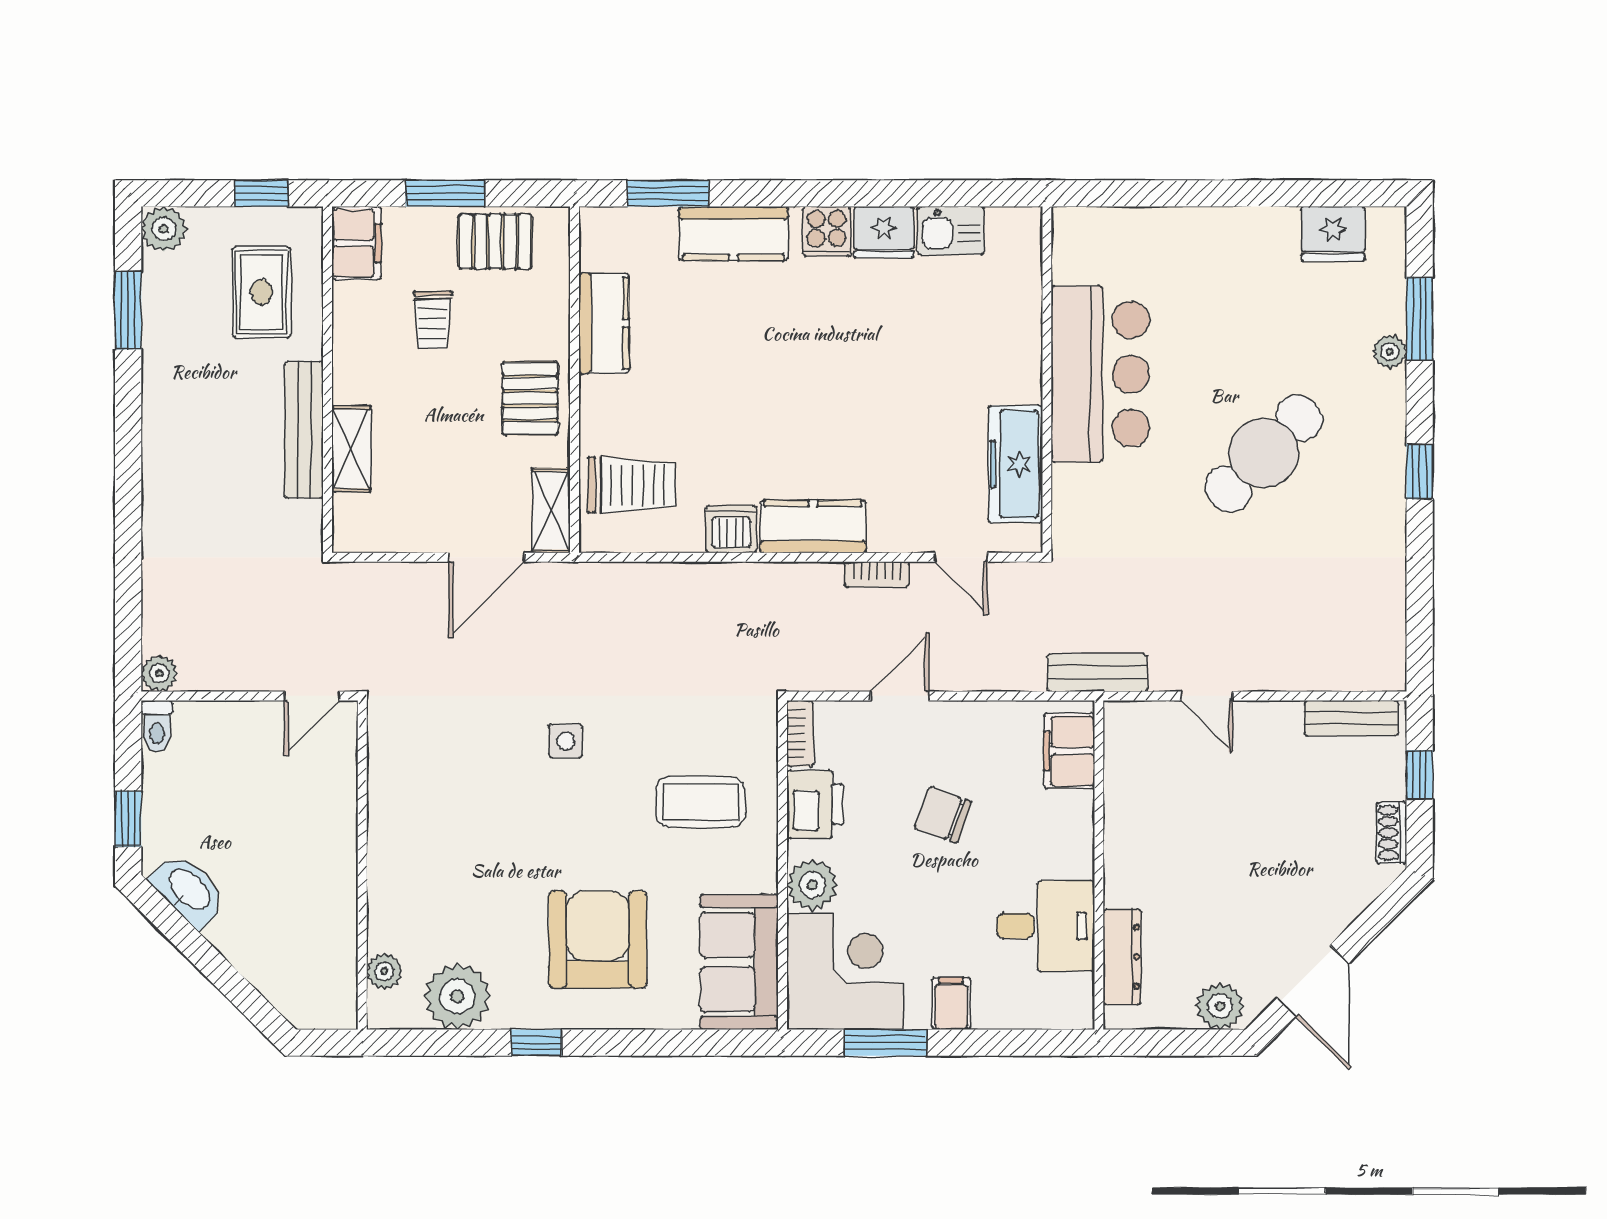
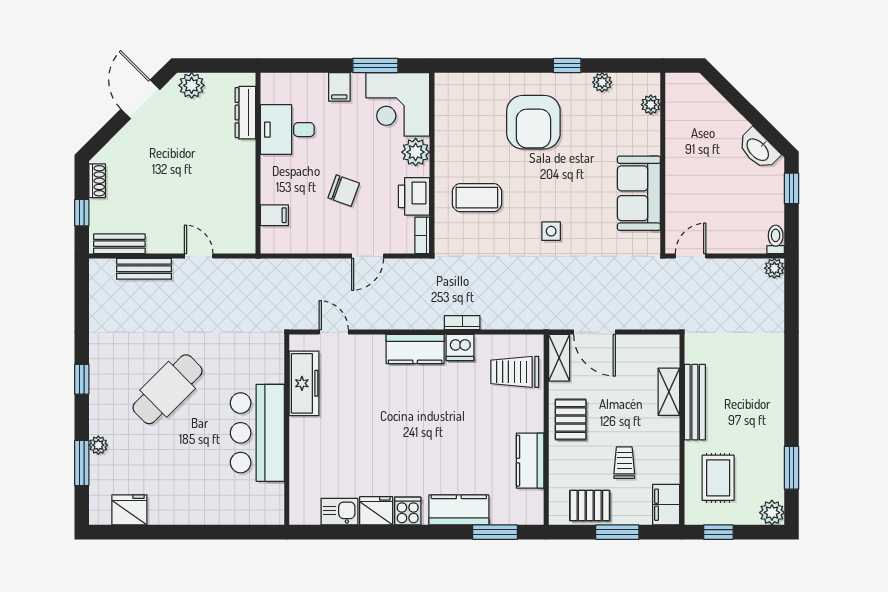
door: (487, 557) -> (594, 332), swing flipped
bookcase: (877, 575) -> (462, 323), moved
bench: (1097, 673) -> (144, 269), moved
filing cabinet: (1069, 751) -> (274, 215), width x0.50
sofa: (739, 962) -> (639, 193), moved, turned 180
plant: (457, 996) -> (602, 82), width x0.53, depth x0.53

